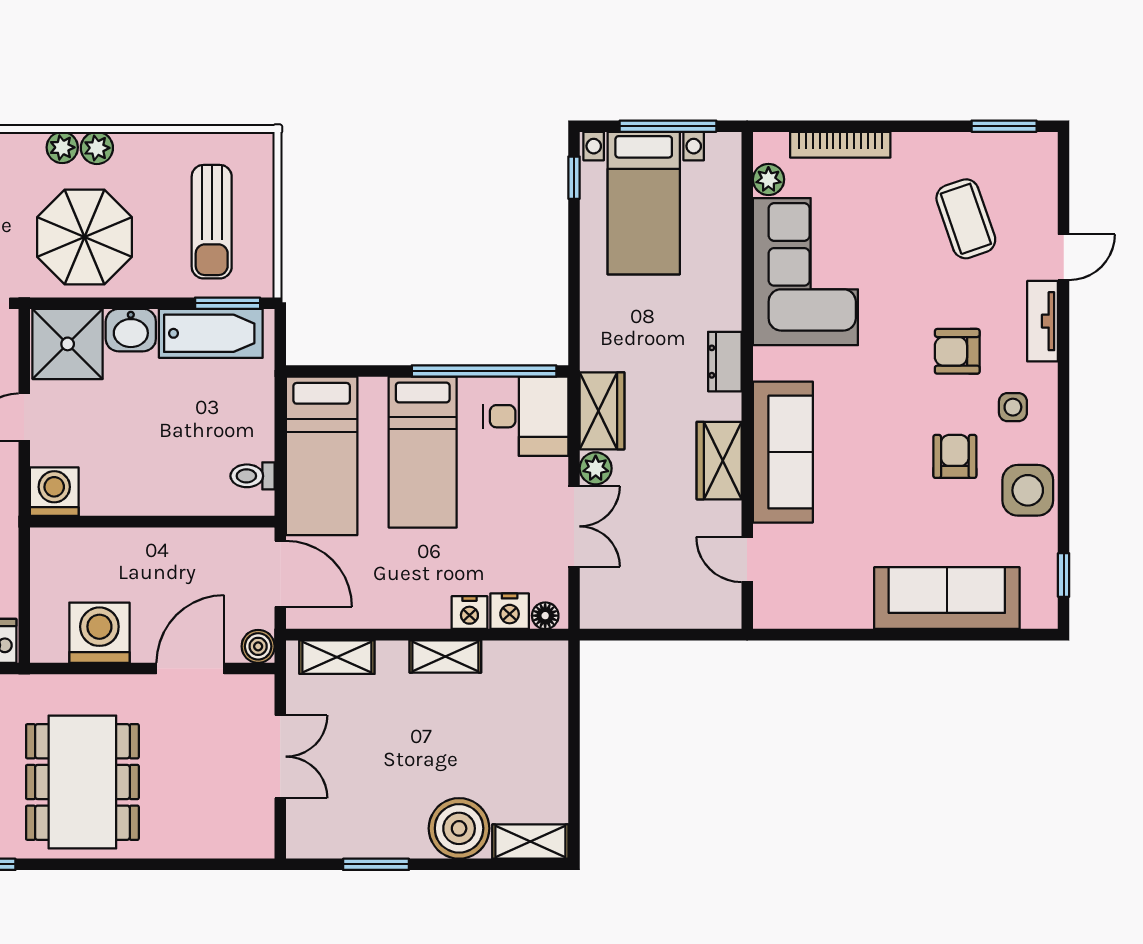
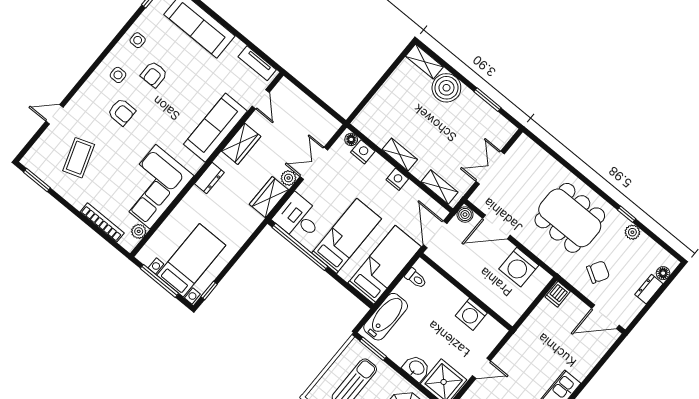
tv unit: (1043, 321) -> (257, 63), moved, turned 90
bathtub: (211, 333) -> (386, 317), moved, turned 90
side table: (1028, 490) -> (138, 40), width x0.54, depth x0.54
washing machine: (54, 492) -> (471, 314), moved
nightstand: (469, 613) -> (397, 179), moved
dining table: (82, 782) -> (570, 218), turned 90

